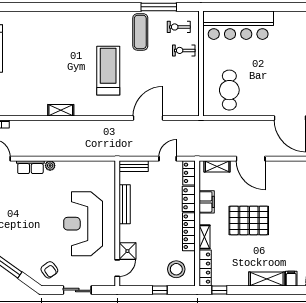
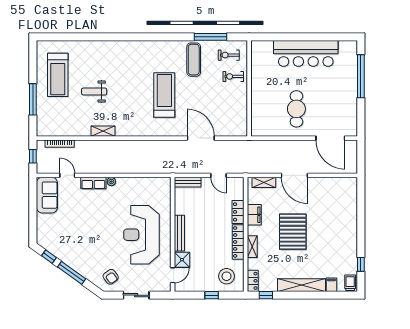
bar counter: (238, 25) -> (306, 53), moved
weight bench: (31, 67) -> (94, 92), added
cafe table: (229, 90) -> (296, 109), moved
shelving: (61, 110) -> (103, 131), moved
door: (148, 118) -> (201, 138), hinge flipped
door: (168, 159) -> (219, 175), swing flipped
locker: (189, 173) -> (238, 188), removed
bench: (125, 204) -> (179, 233), moved
pallet: (249, 220) -> (293, 232), turned 90
locker: (205, 268) -> (253, 281), width x0.66
shelving: (267, 279) -> (301, 285), width x1.47

